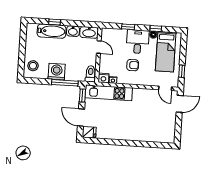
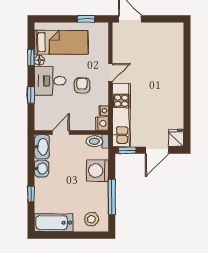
bathtub: (52, 31) -> (54, 223), moved, turned -90
washing machine: (57, 72) -> (97, 171), moved
window: (65, 83) -> (112, 197), moved
door: (165, 88) -> (110, 72), moved

